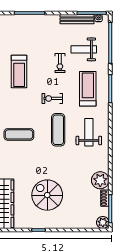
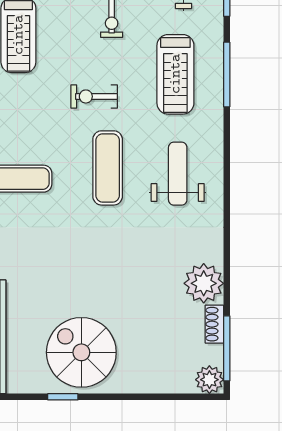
treadmill: (88, 89) -> (175, 74), turned 180
spiral stairs: (47, 195) -> (81, 352), moved

